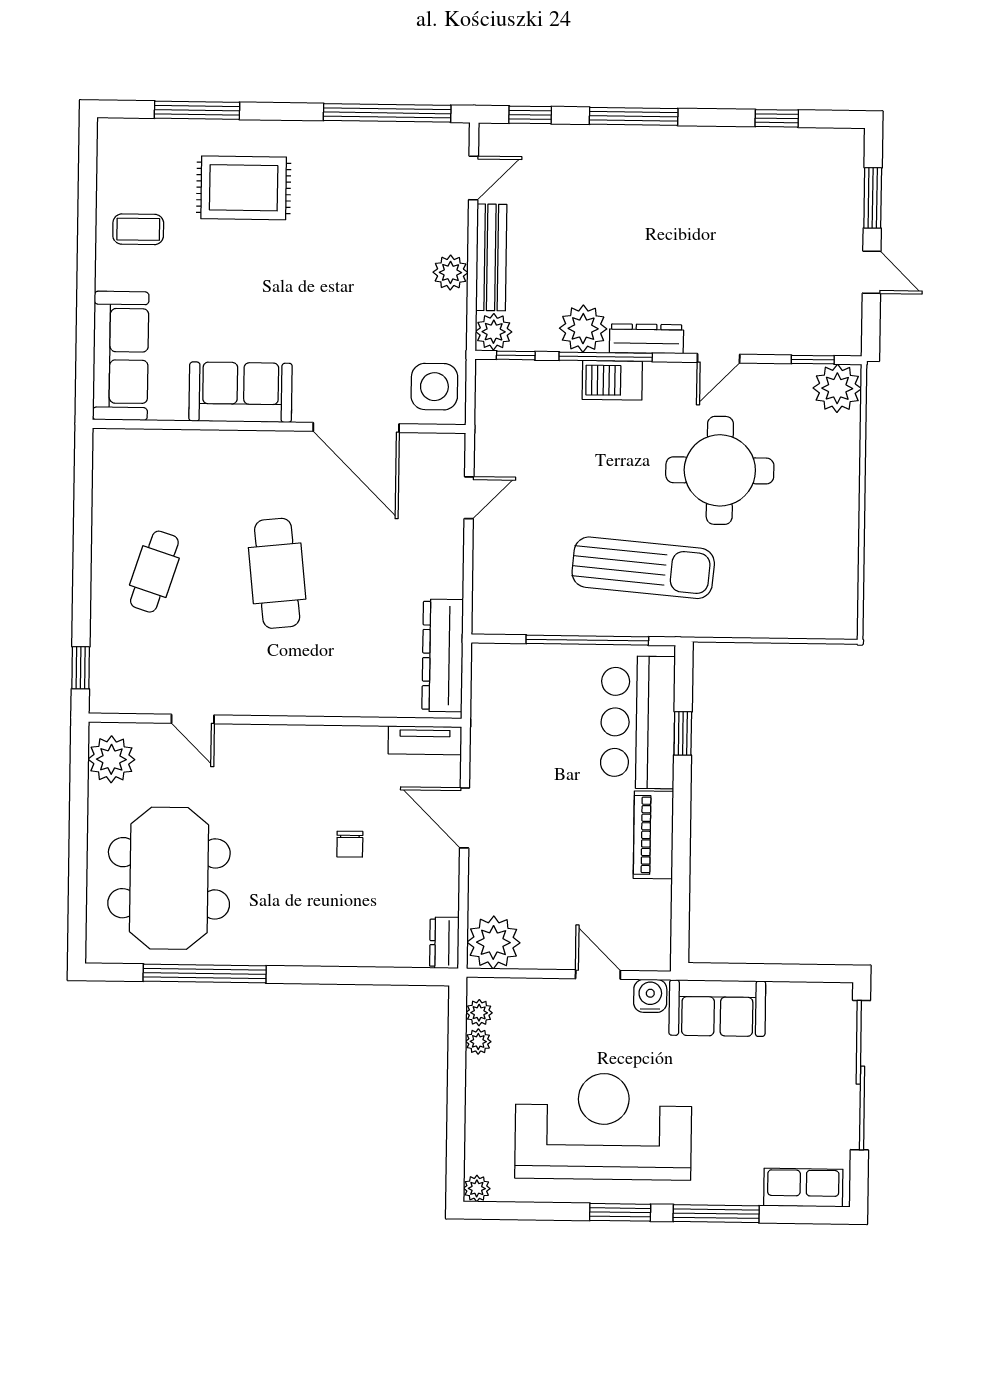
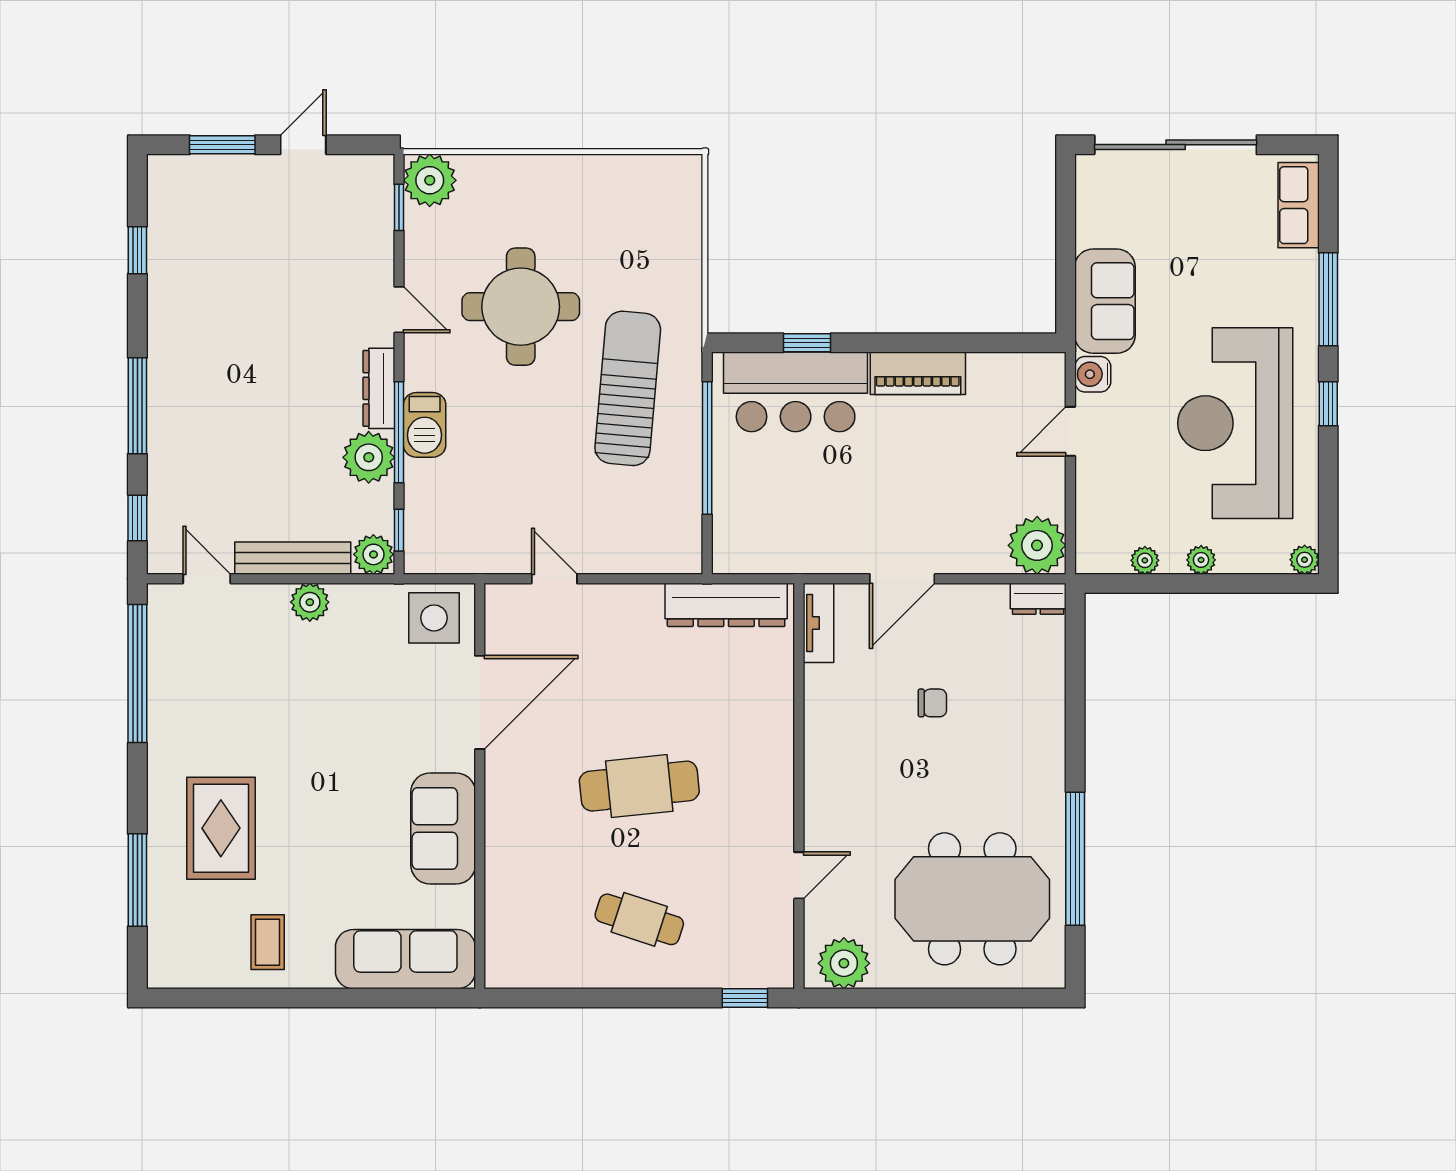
plant: (479, 1013) -> (1201, 560), moved
window: (620, 1212) -> (1328, 404), width x0.67

